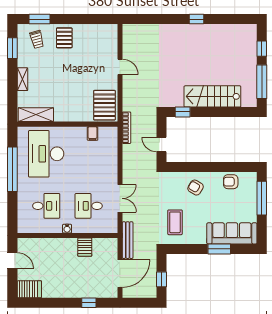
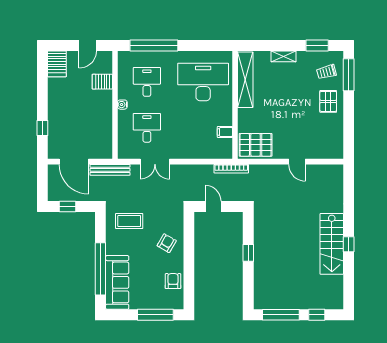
window: (40, 19) -> (349, 75), width x1.44
pallet: (64, 38) -> (328, 101), turned 90
door: (120, 67) -> (297, 162), hinge flipped
stairs: (212, 96) -> (332, 244), moved, turned 180
window: (183, 112) -> (248, 253), moved
shelving: (36, 115) -> (245, 80), width x1.47
door: (162, 145) -> (213, 207), hinge flipped
window: (12, 169) -> (154, 45), moved
desk: (46, 206) -> (147, 82), turned 180
server rack: (85, 247) -> (102, 82), moved
window: (219, 249) -> (100, 269), width x2.11

